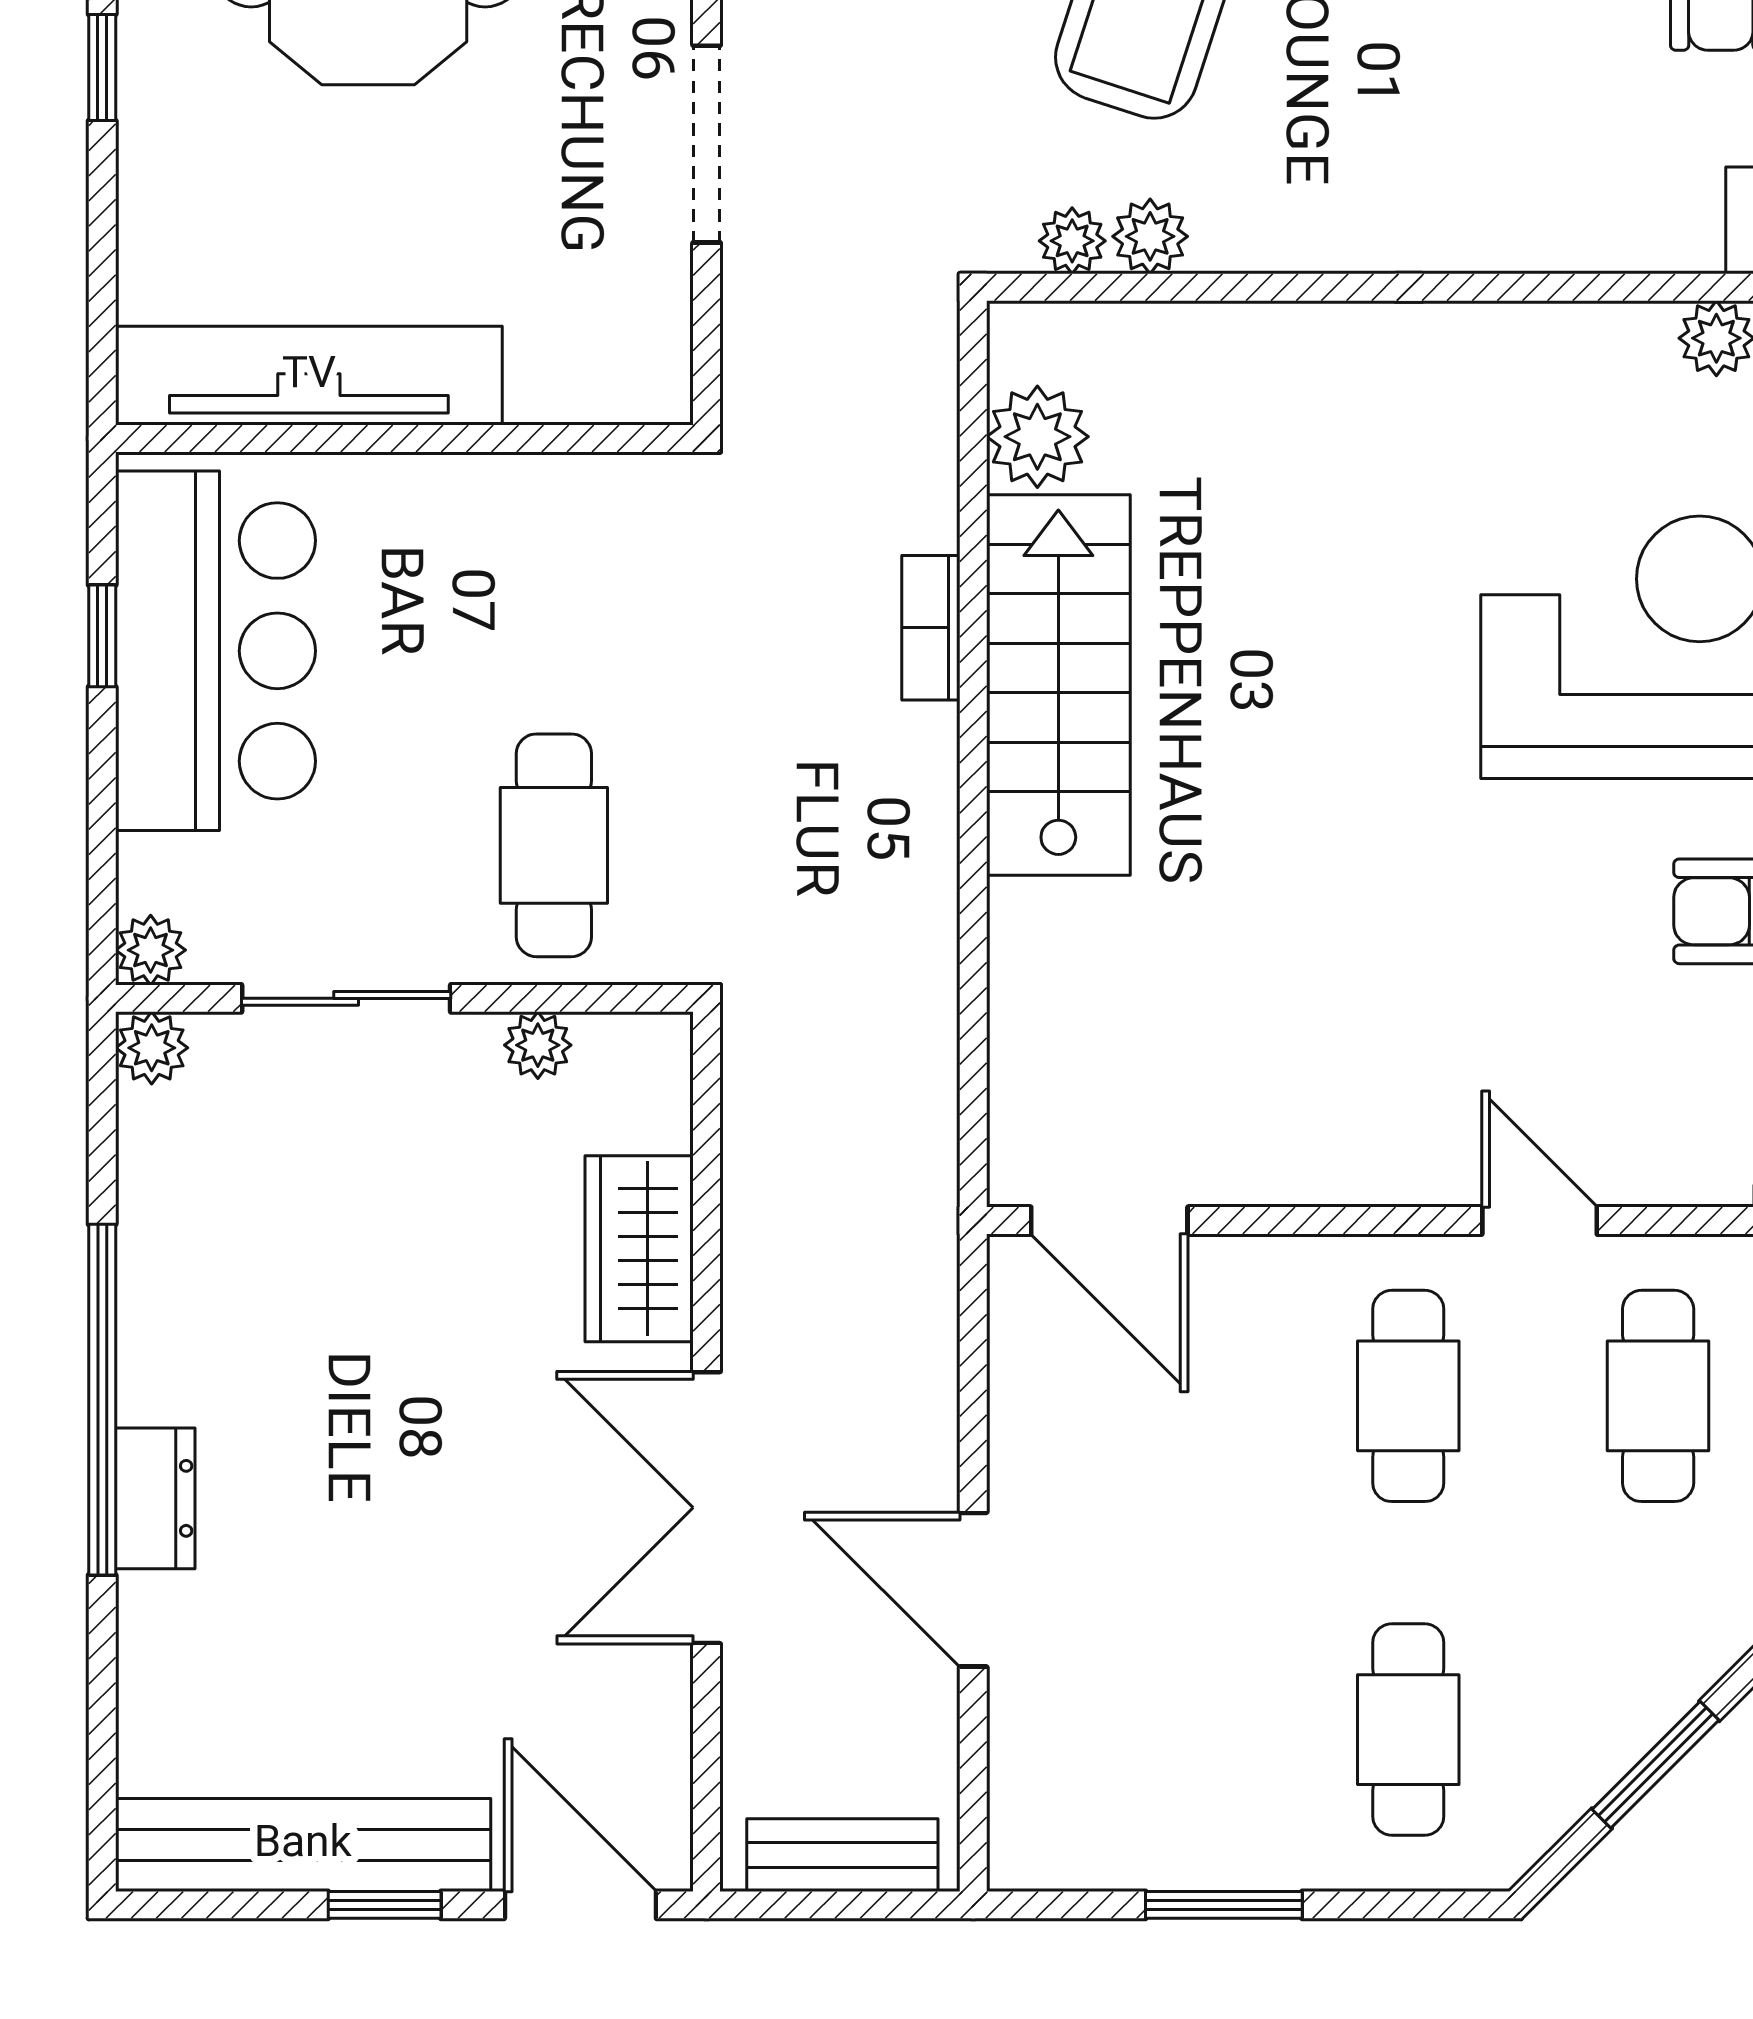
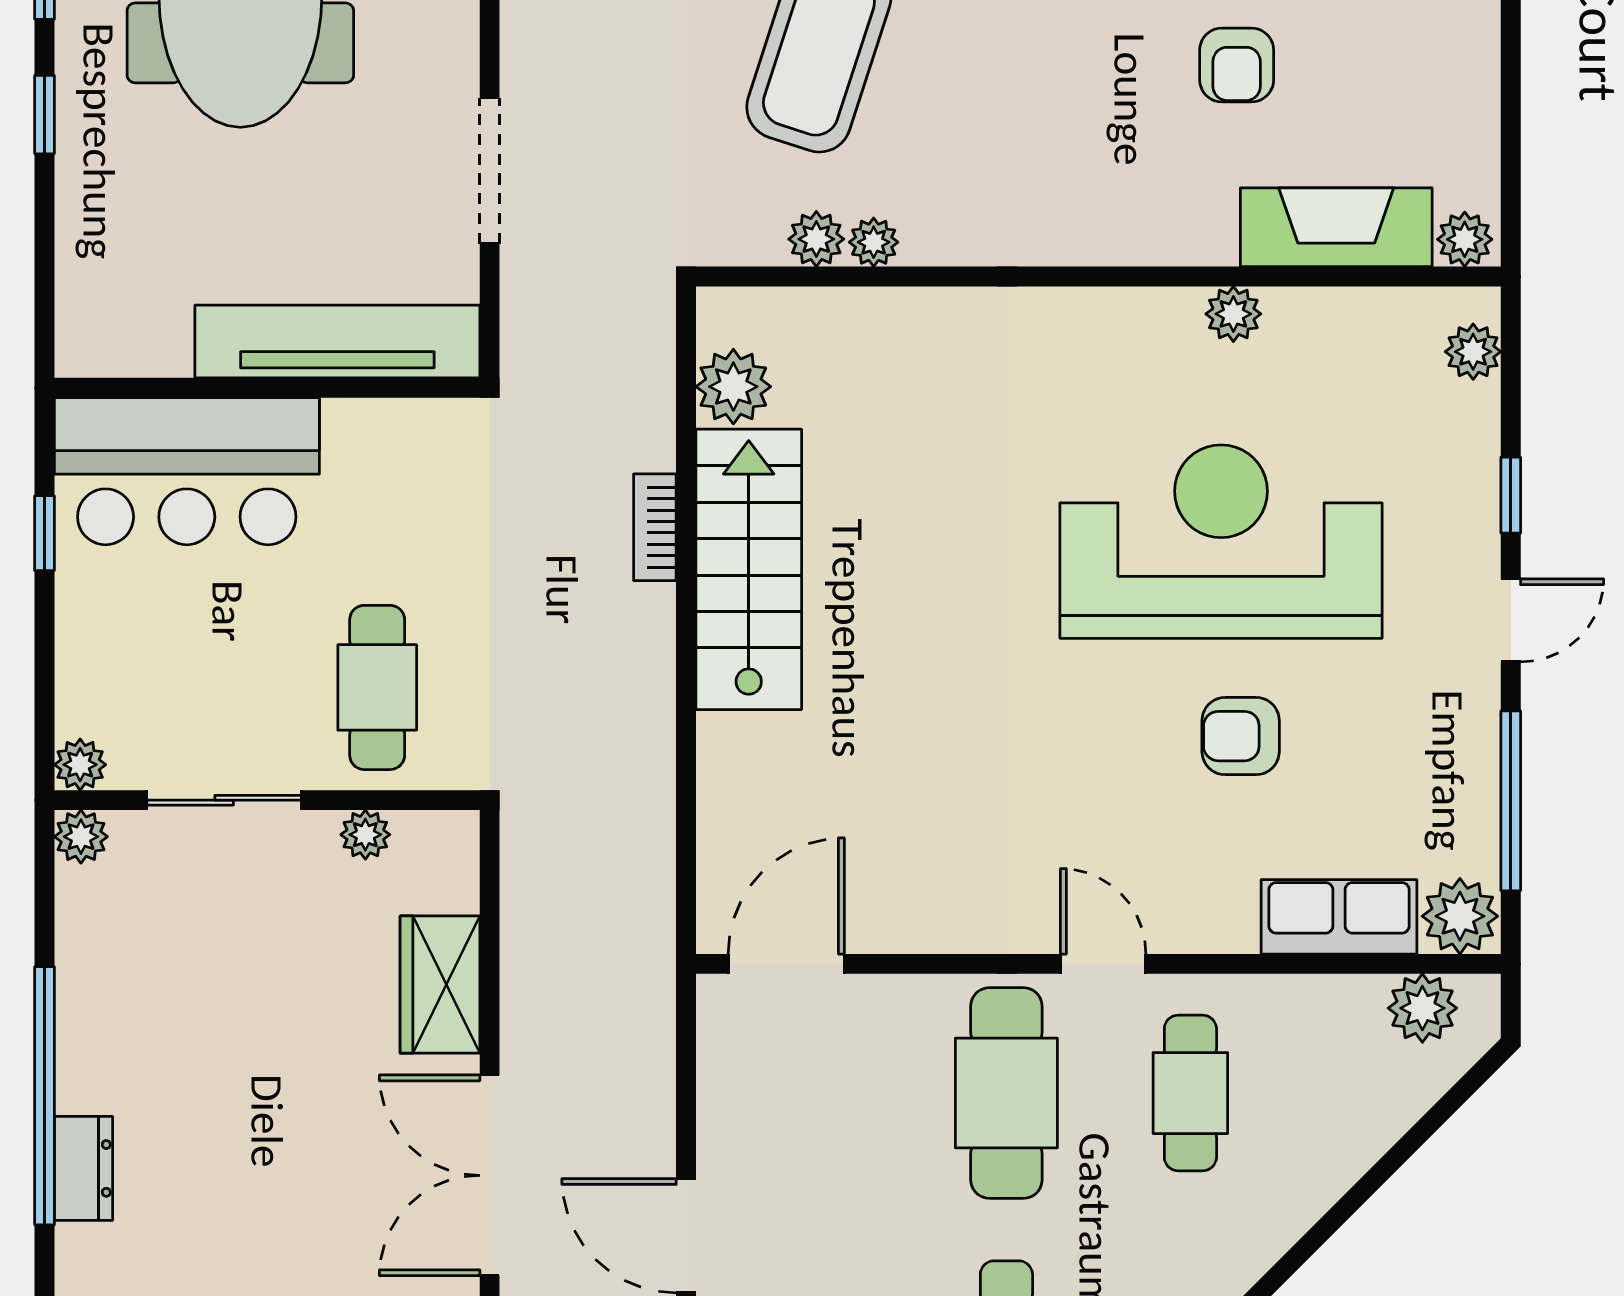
plant: (1072, 241) -> (874, 242), moved
tv unit: (309, 376) -> (337, 342), moved
bar counter: (215, 651) -> (187, 471), moved, turned 90
door: (1109, 1221) -> (786, 964), swing flipped
cafe table: (1408, 1396) -> (1006, 1093), width x1.37, depth x1.35

